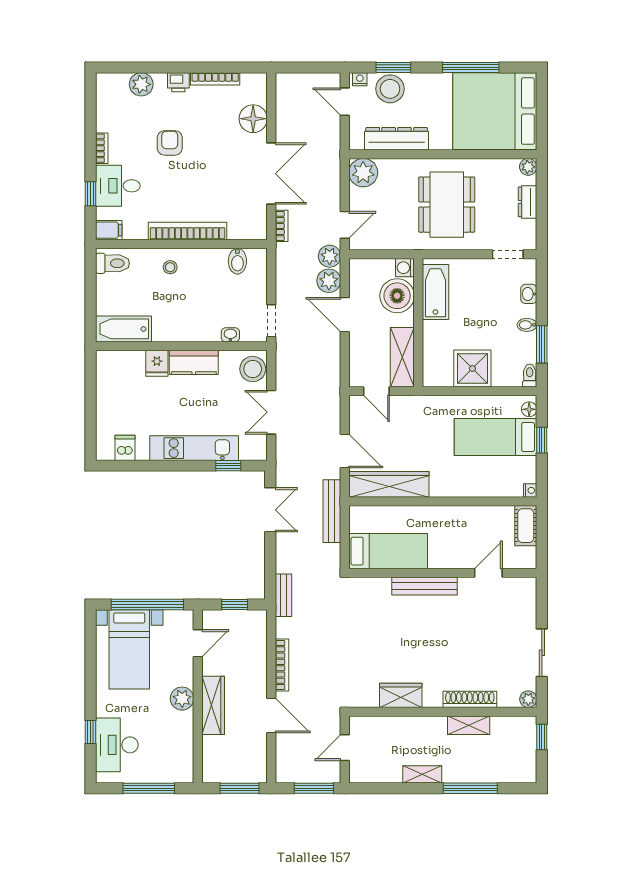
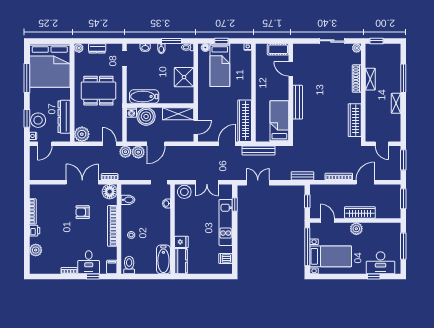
floor lamp: (253, 119) -> (110, 192), moved
armchair: (170, 143) -> (83, 212), moved
kitchen counter: (194, 362) -> (181, 261), moved
cot: (526, 526) -> (278, 49), moved
wardrobe: (401, 695) -> (355, 120), width x1.50

